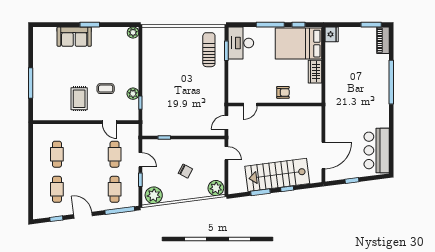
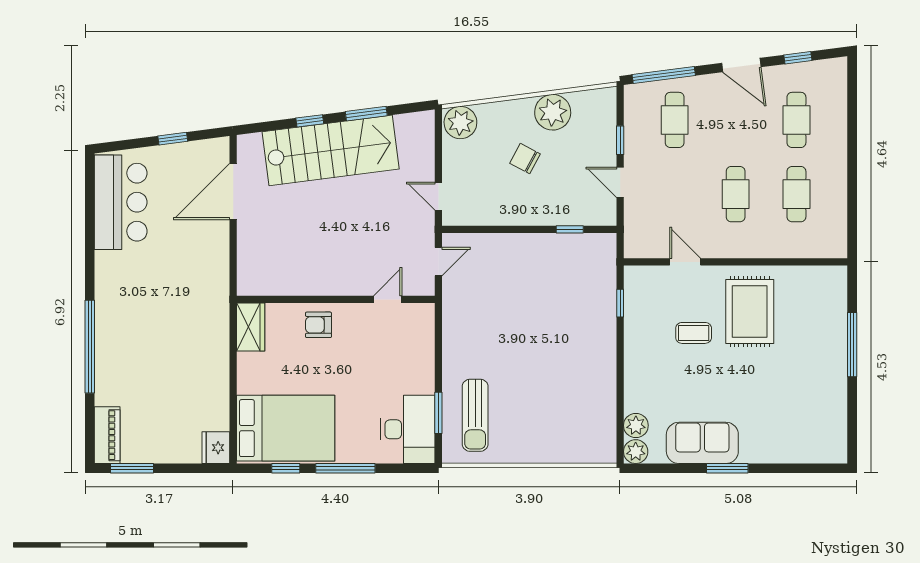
sofa: (74, 37) -> (702, 443), moved
wardrobe: (315, 72) -> (251, 327), moved
plant: (133, 94) -> (636, 425), moved
rug: (79, 99) -> (750, 311), width x1.36, depth x1.43
cafe table: (115, 154) -> (736, 194), moved
plant: (154, 195) -> (553, 112), moved

